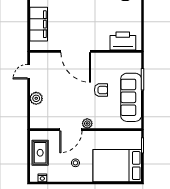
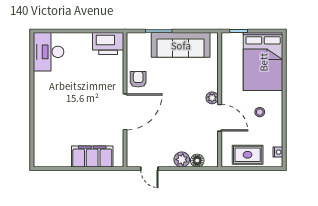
printer: (123, 41) -> (108, 44), moved, turned -90
armchair: (101, 90) -> (138, 79), moved
floor lamp: (35, 111) -> (197, 161), added

